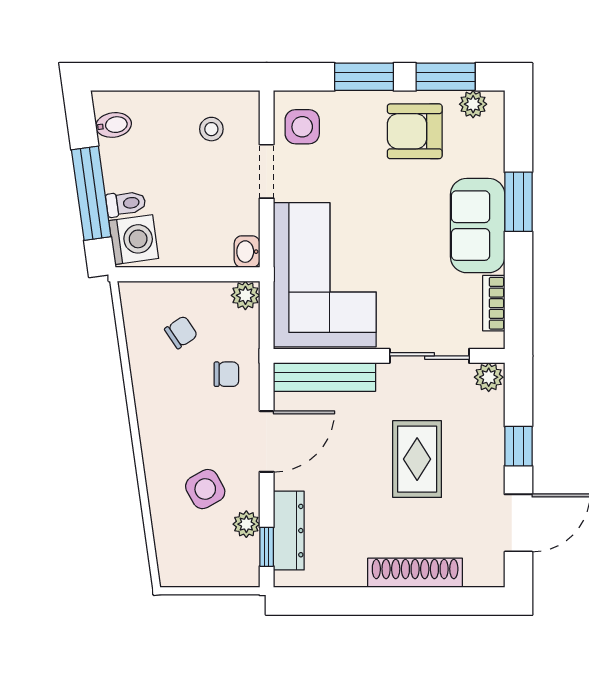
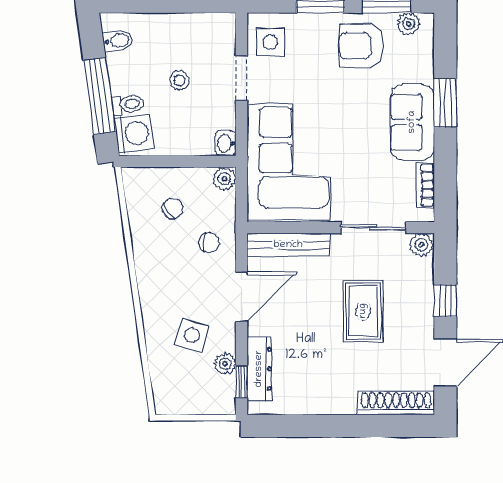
stool: (211, 129) -> (179, 80), moved
side table: (205, 489) -> (192, 335), turned 45
shoe rack: (415, 573) -> (396, 403), moved

